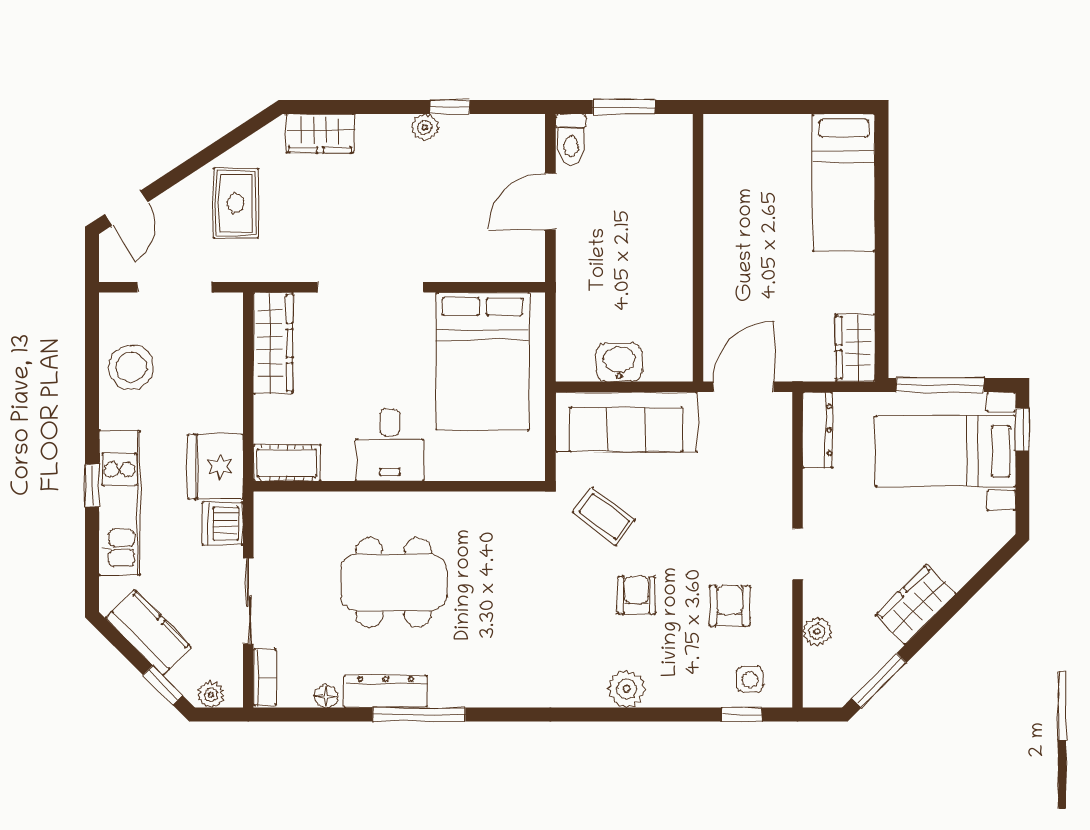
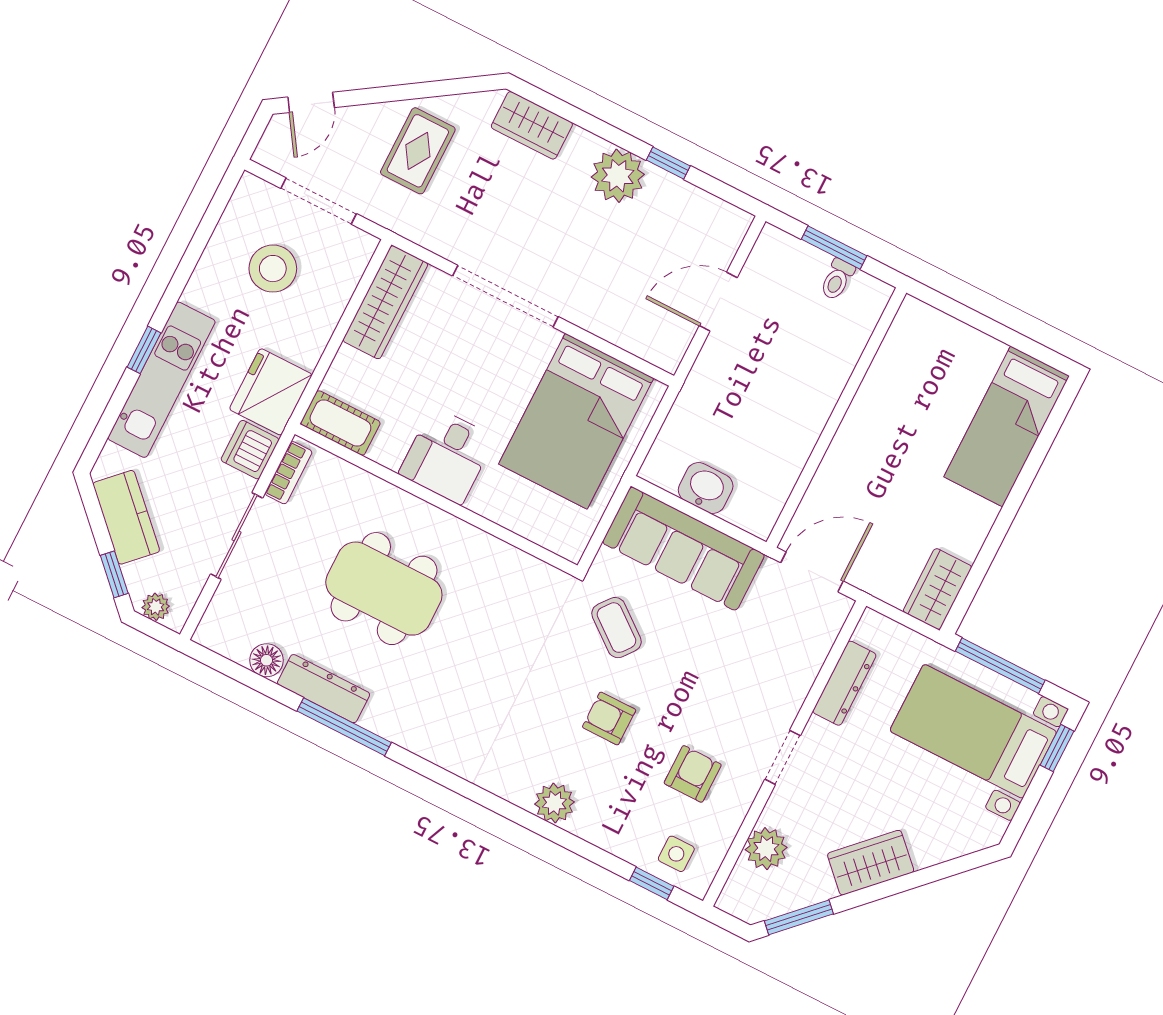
plant: (425, 127) -> (618, 176), width x1.88, depth x1.88
toilet: (571, 139) -> (837, 279), moved, width x0.73, depth x0.72
stool: (131, 367) -> (273, 269), moved
dresser: (818, 430) -> (844, 683), moved
armchair: (636, 595) -> (609, 718), turned -90
plant: (817, 632) -> (766, 849), width x1.38, depth x1.38
bookcase: (265, 677) -> (289, 473), moved
floor lamp: (326, 696) -> (266, 660), width x1.37, depth x1.37

